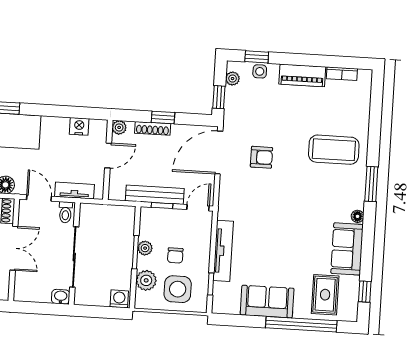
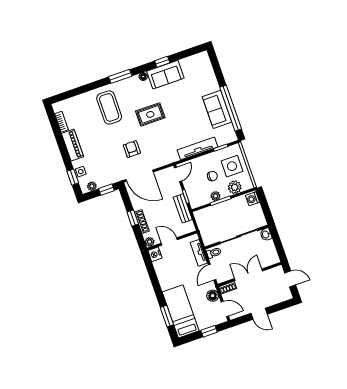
nightstand: (79, 126) -> (155, 254), moved
bench: (155, 195) -> (183, 208), width x0.73
door: (198, 208) -> (178, 174), swing flipped
window: (365, 292) -> (162, 62), moved
rug: (325, 295) -> (150, 114), moved
window: (301, 324) -> (231, 108), moved

